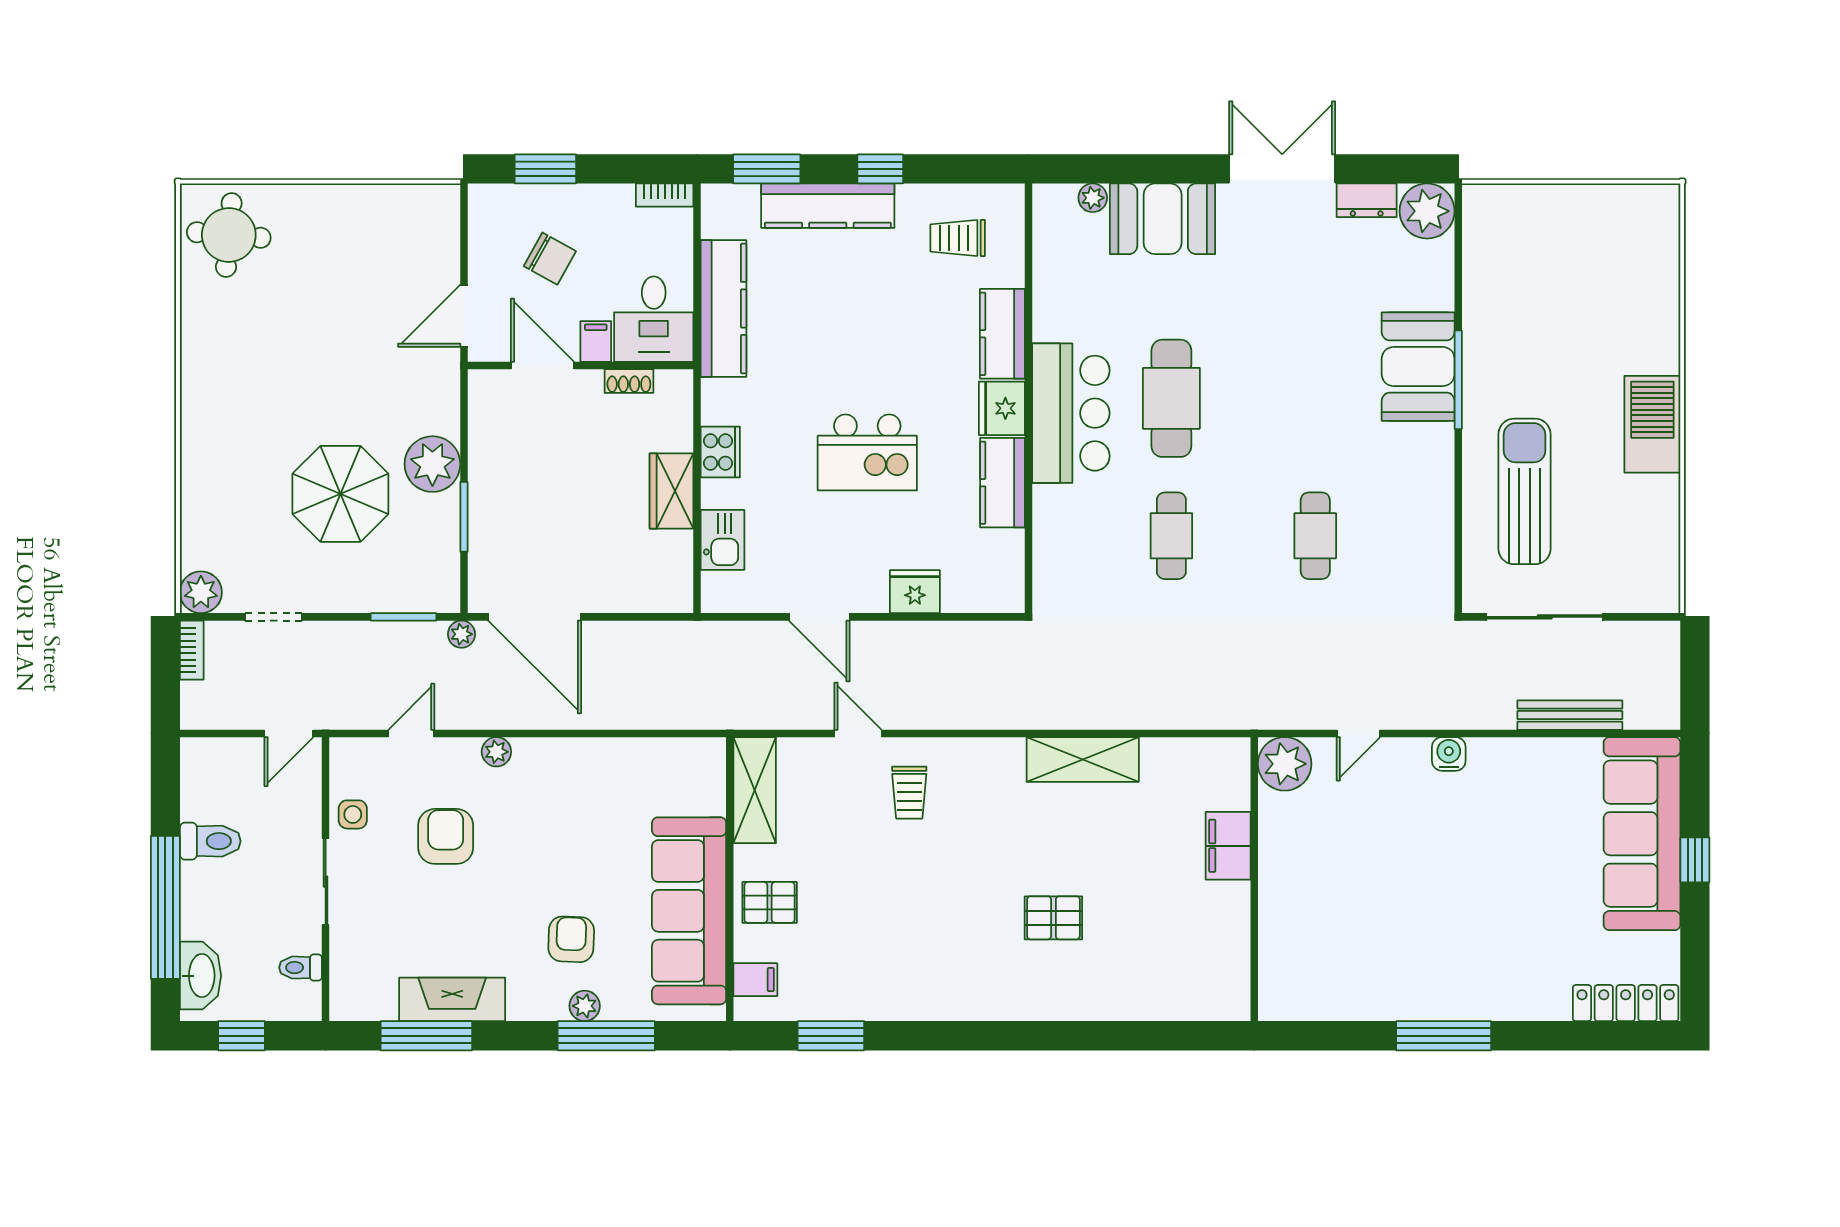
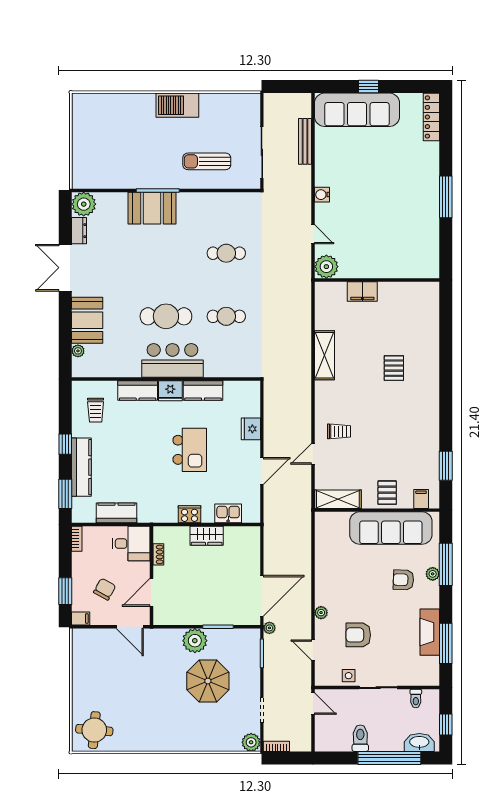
kitchen counter: (723, 308) -> (116, 513), width x0.67
filing cabinet: (596, 341) -> (81, 619), moved, turned 180
sun lounger: (1525, 491) -> (207, 161), width x0.73, depth x0.75

